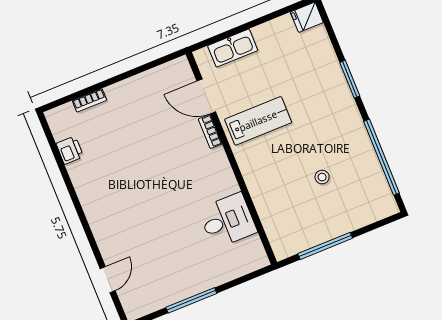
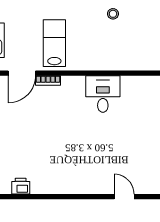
desk: (228, 221) -> (103, 94), moved

